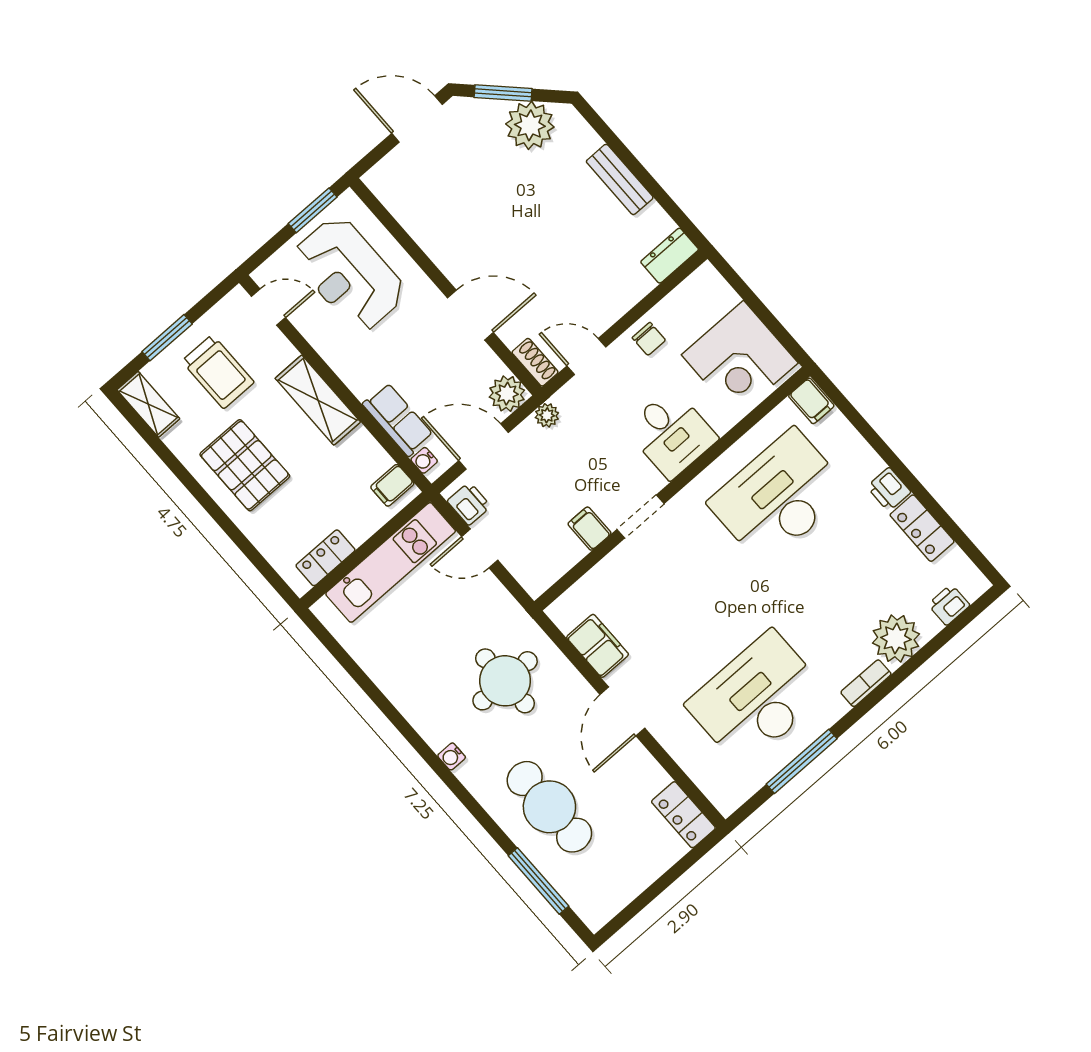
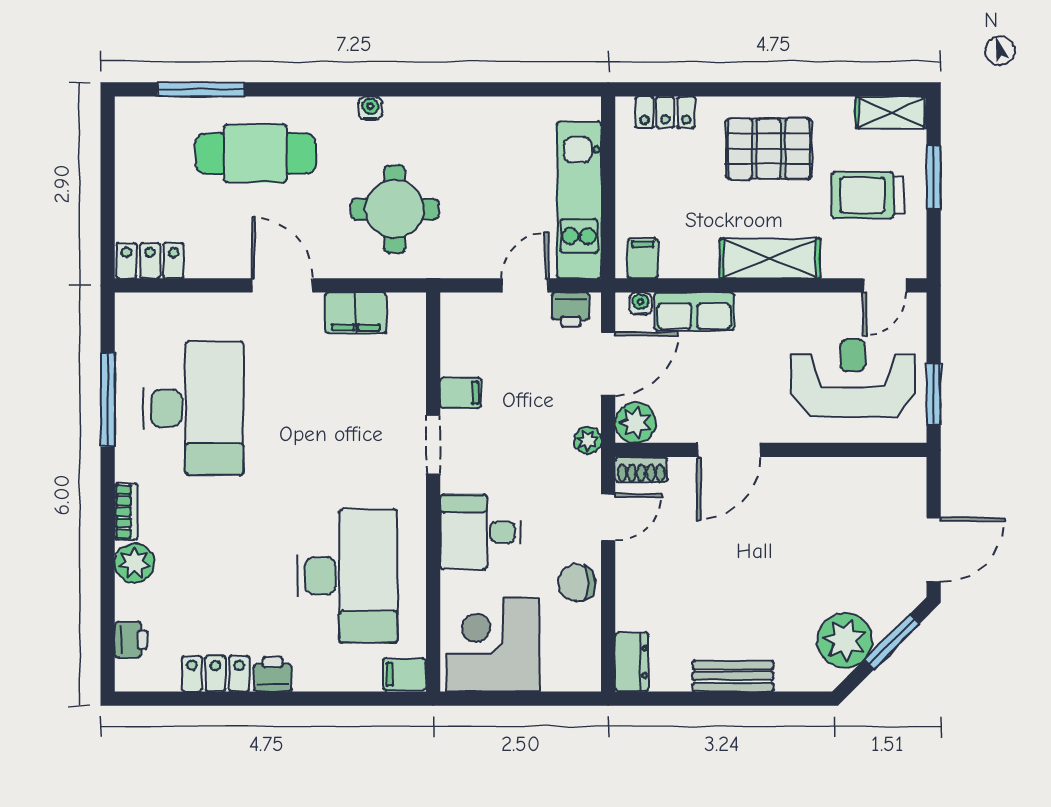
chair: (649, 339) -> (577, 583), width x1.37, depth x1.37
locker: (325, 558) -> (665, 112), moved, turned 90
plant: (896, 638) -> (134, 563), width x0.73, depth x0.73

